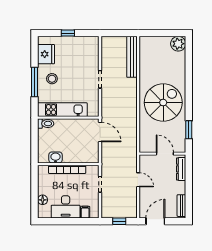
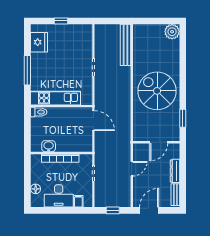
stool: (52, 79) -> (45, 67), removed
spiral stairs: (163, 103) -> (157, 91), turned -90
door: (165, 154) -> (159, 142), swing flipped
dresser: (181, 169) -> (175, 171), moved
door: (138, 180) -> (132, 169), hinge flipped

